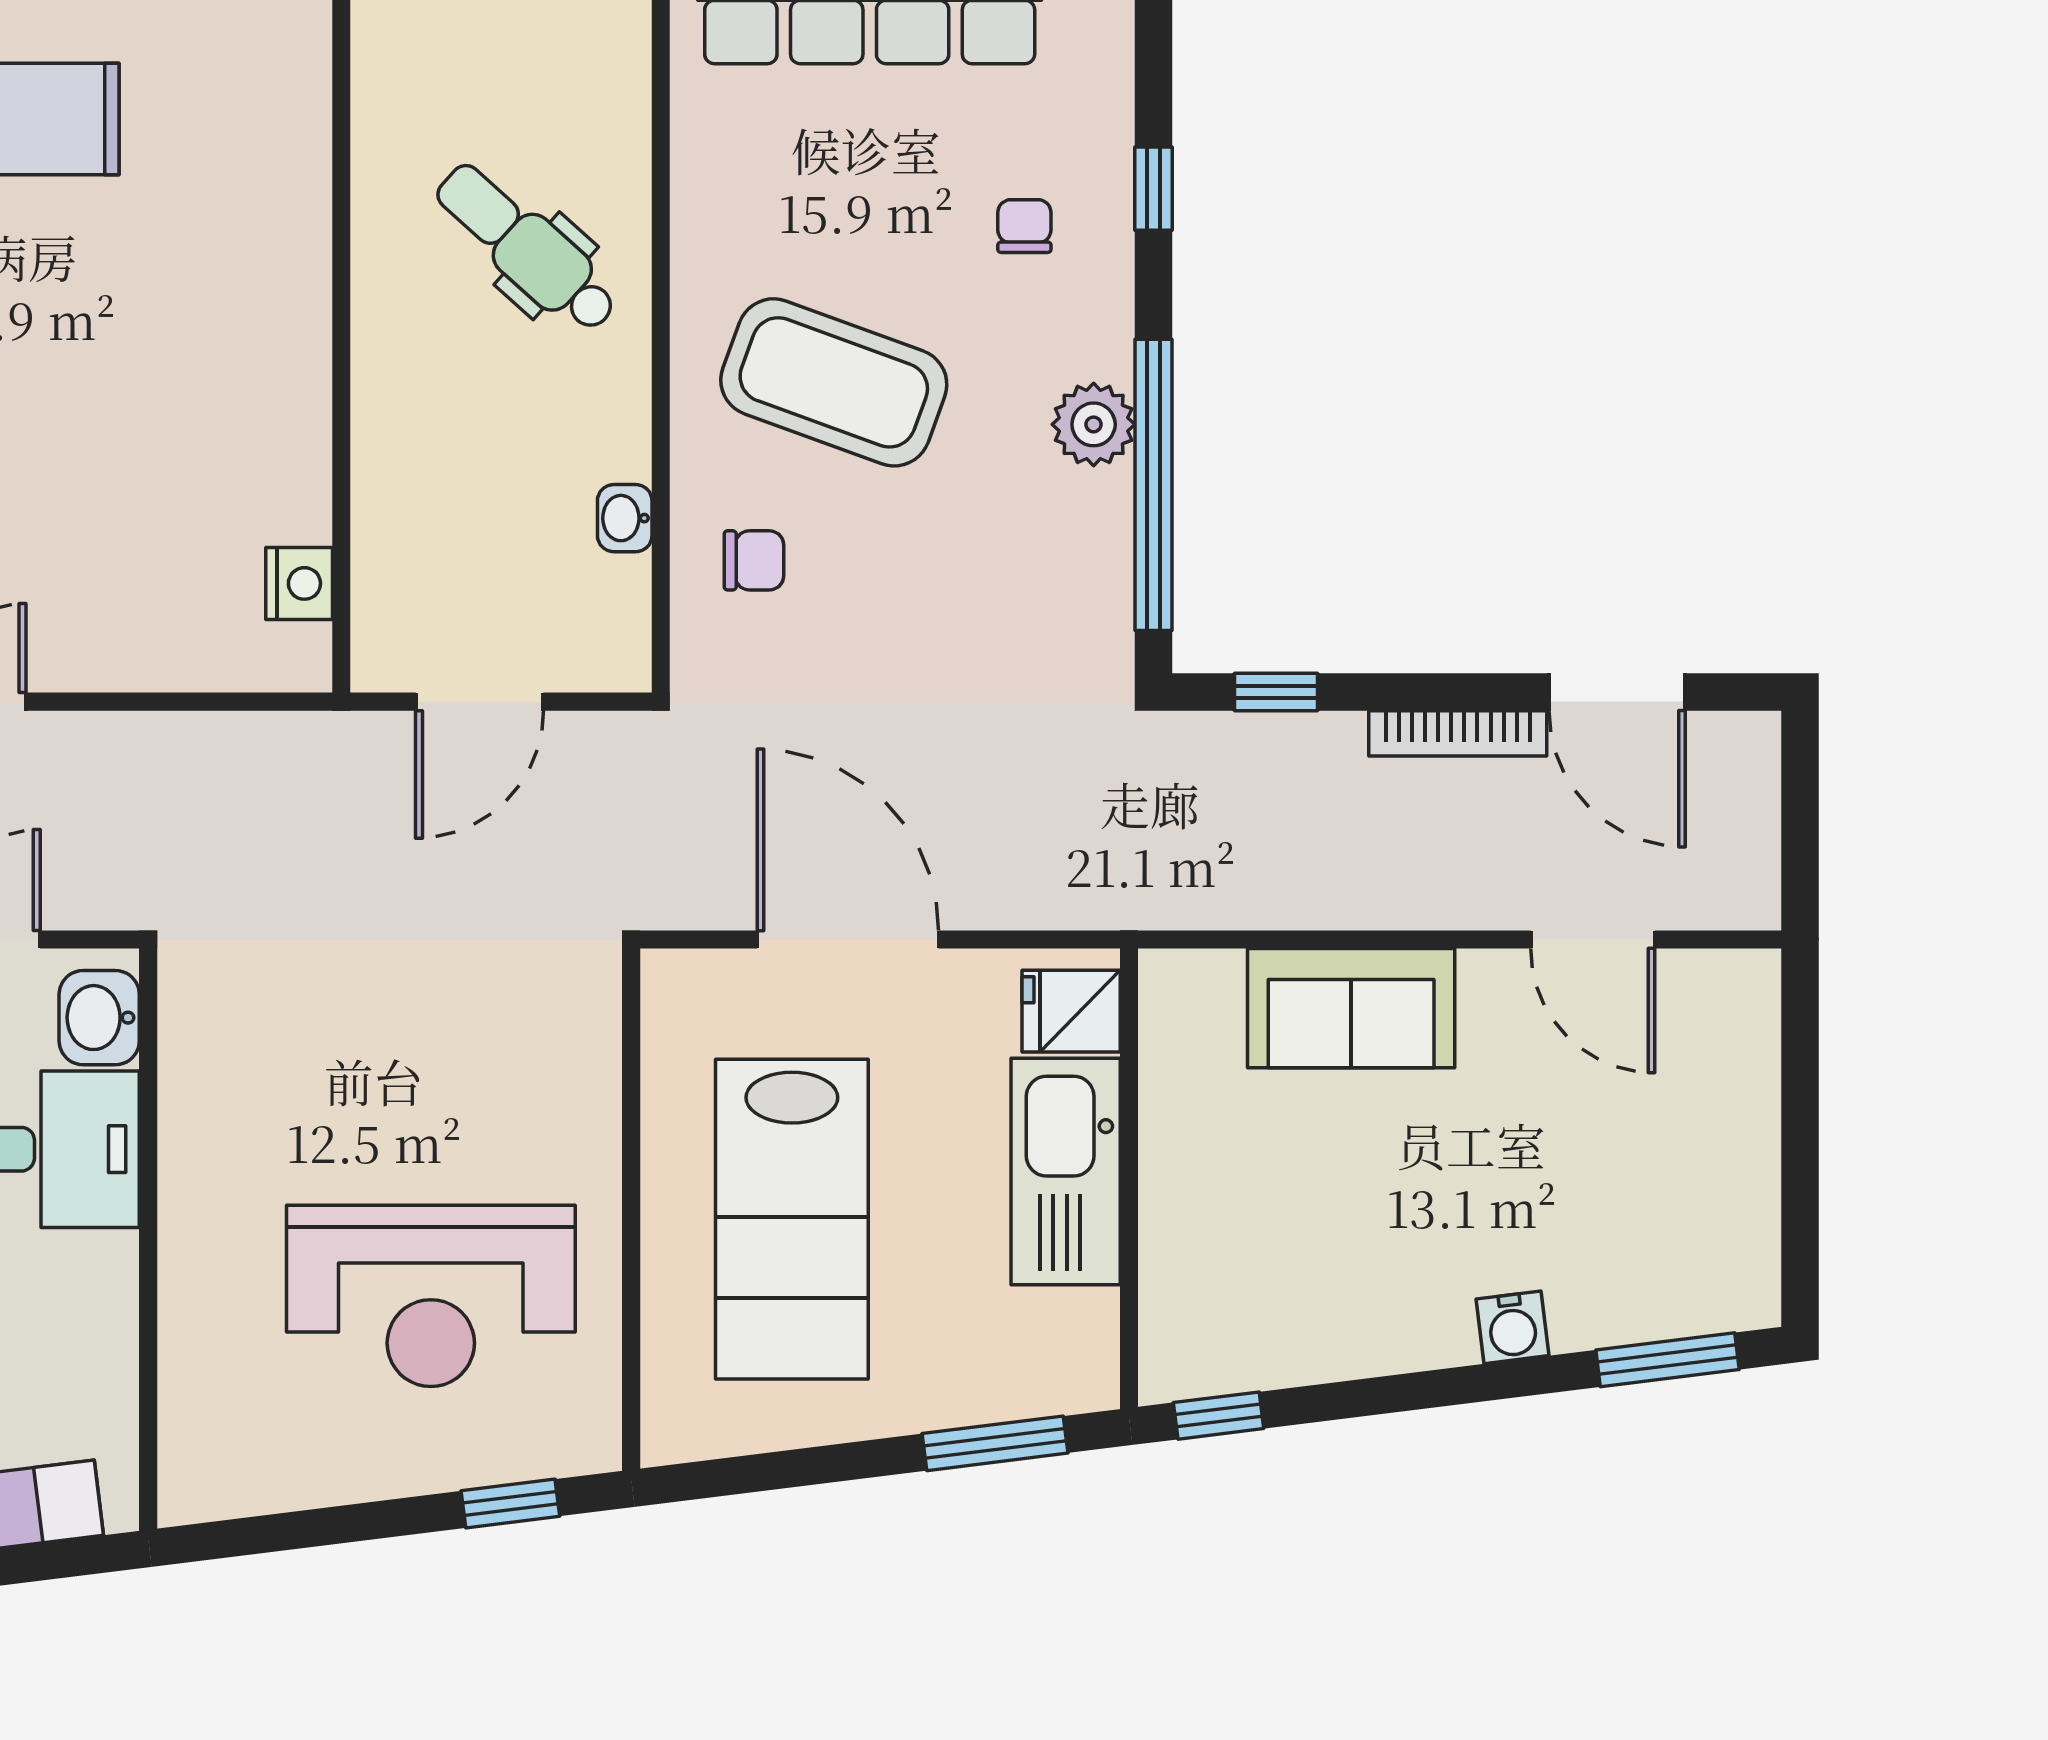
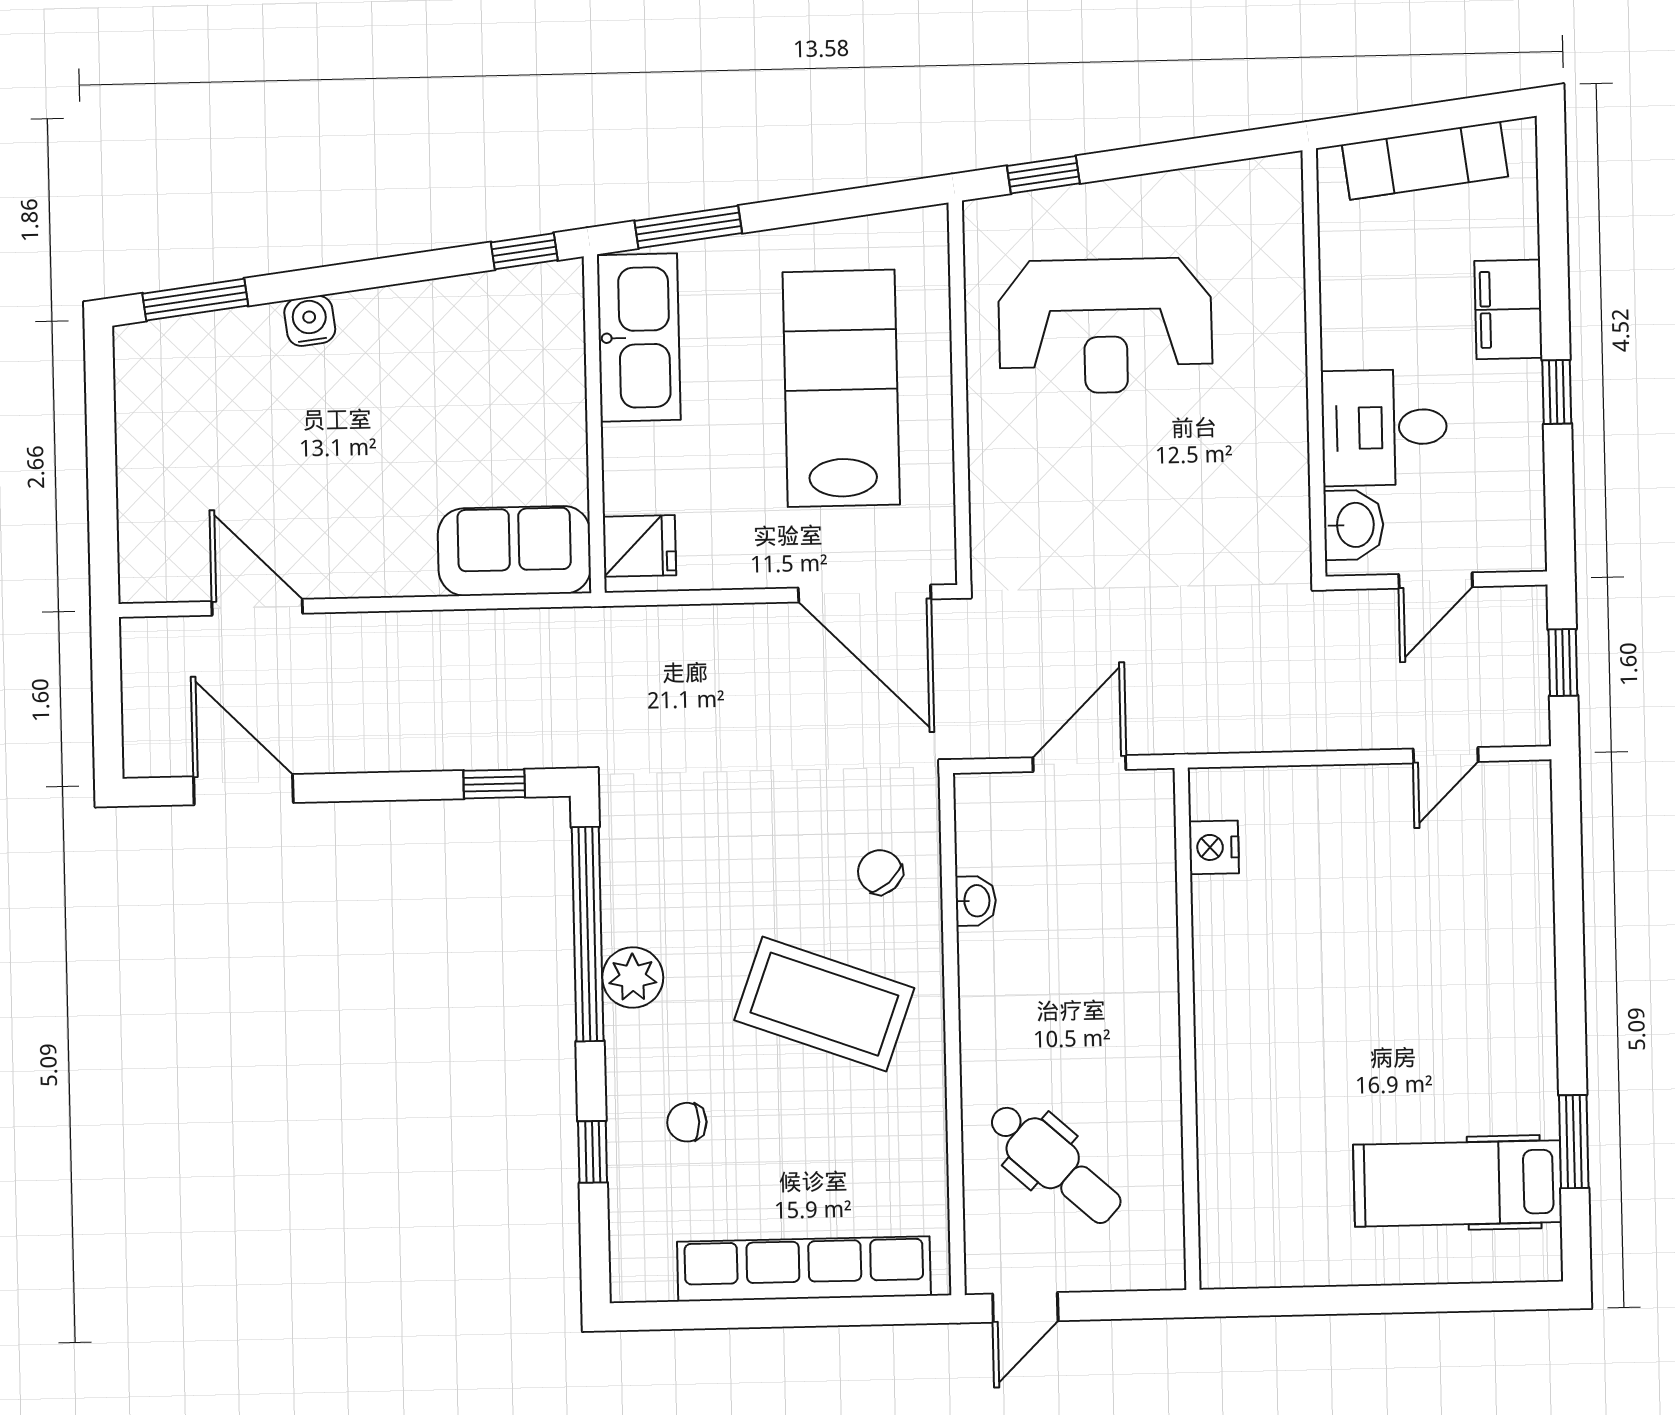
chair: (1024, 226) -> (687, 1122), turned 90
dental chair: (527, 248) -> (1054, 1163), moved
chair: (754, 560) -> (880, 872), turned 49
bookcase: (1458, 733) -> (360, 757), removed
door: (848, 939) -> (865, 594), moved
sofa: (1351, 1008) -> (514, 551), moved
kitchen sink: (1066, 1172) -> (639, 338), moved
reception desk: (431, 1296) -> (1105, 326), turned 180

